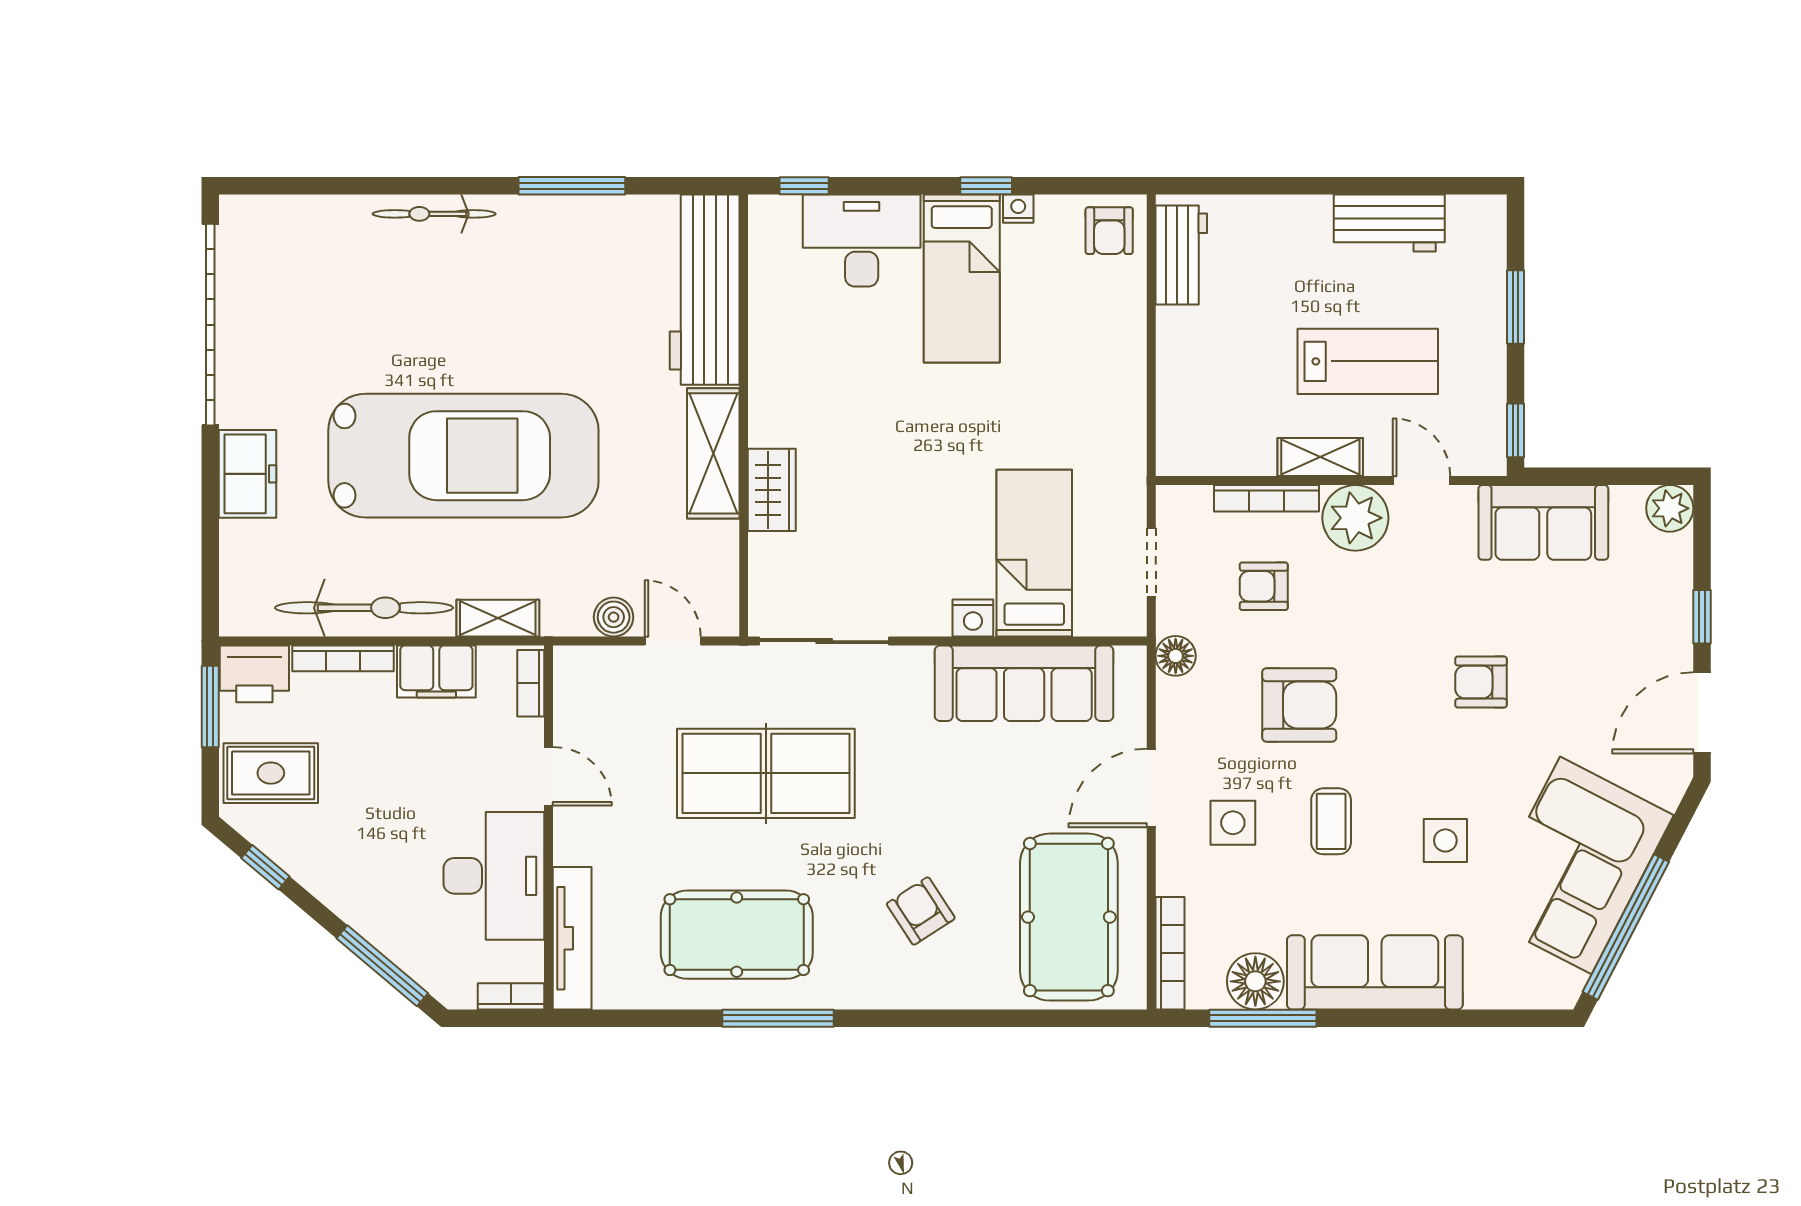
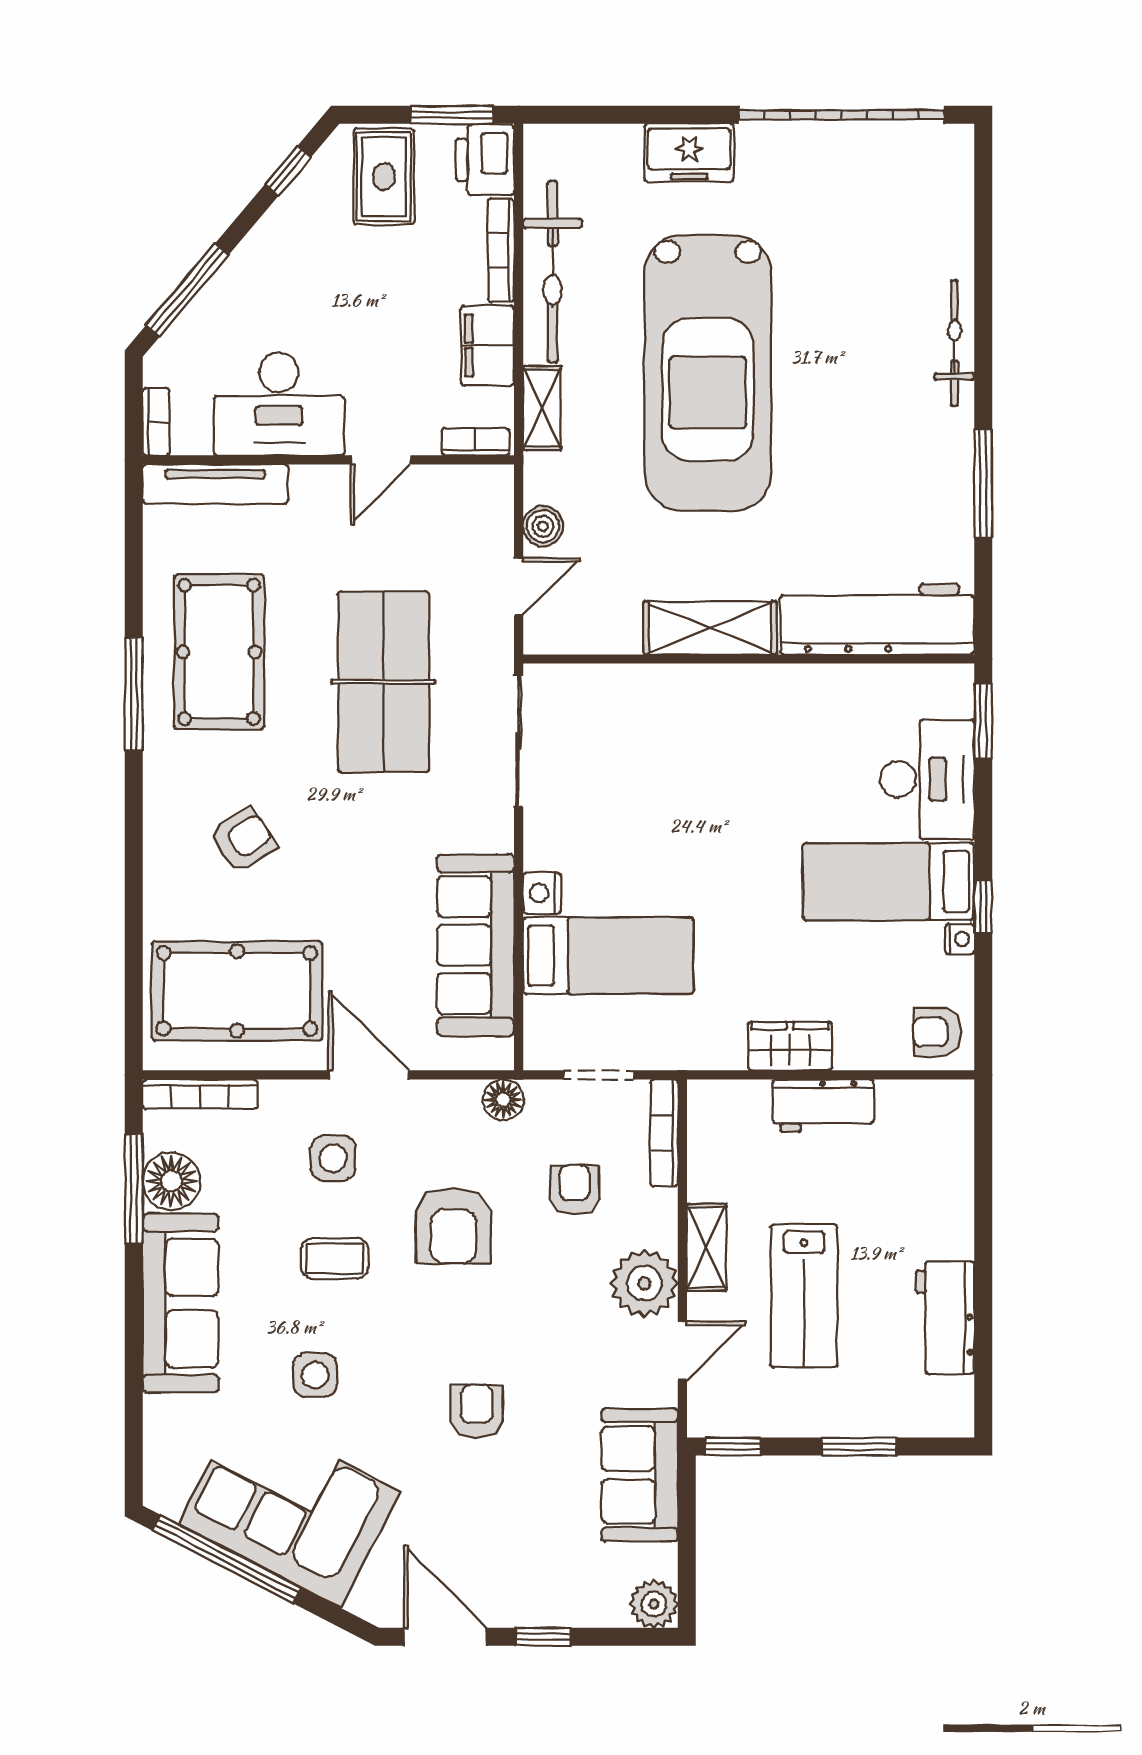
window: (804, 186) -> (983, 721), width x1.50
workbench: (1181, 255) -> (823, 1106), moved
wardrobe: (772, 490) -> (790, 1046), moved, turned 180
bookcase: (1267, 498) -> (664, 1133), moved

